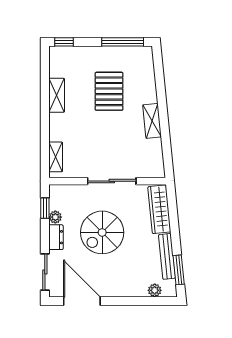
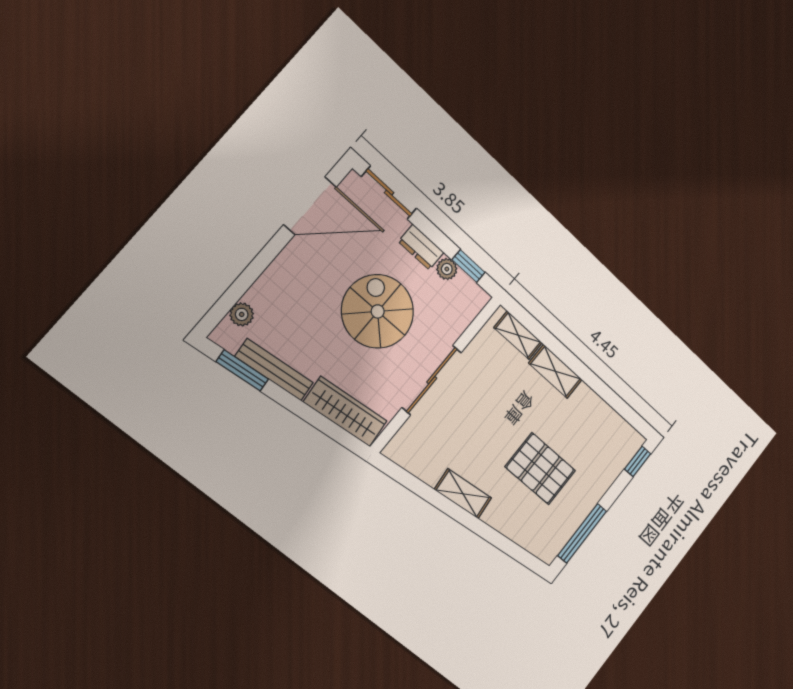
shelving: (57, 95) -> (556, 371), moved

